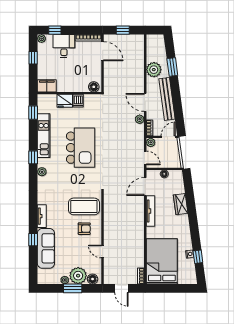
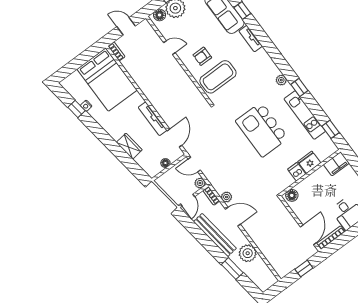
door: (103, 51) -> (308, 235), swing flipped

